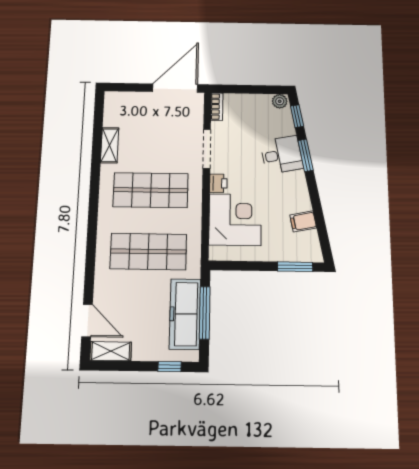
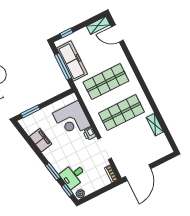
desk: (282, 155) -> (73, 176), moved
filing cabinet: (303, 221) -> (40, 140), width x2.00

